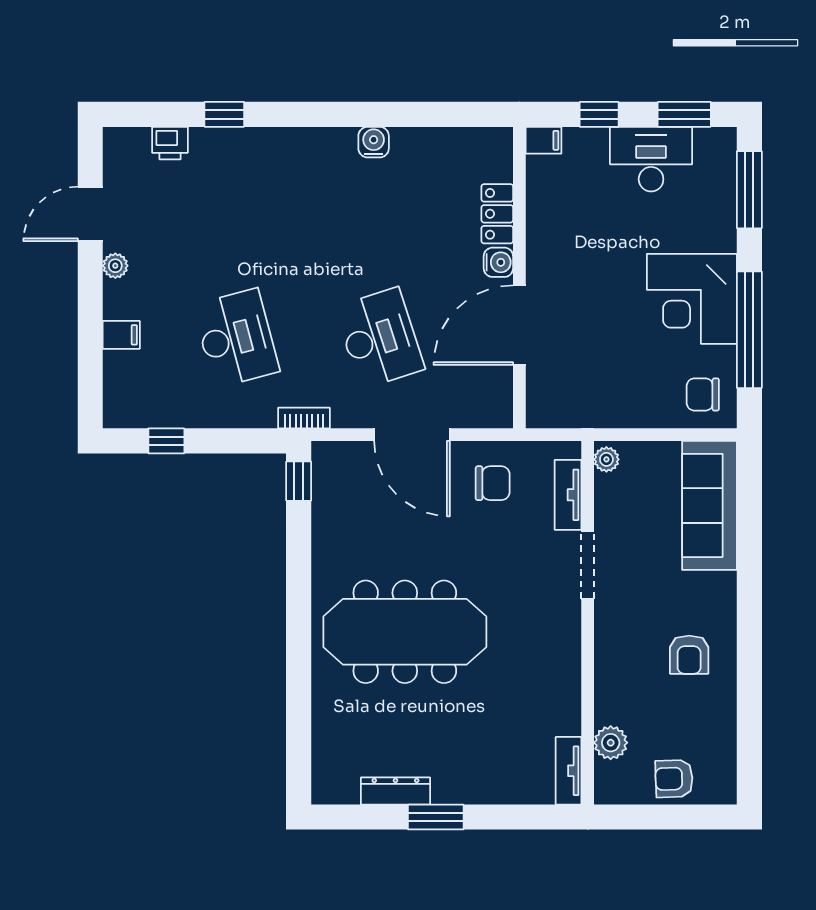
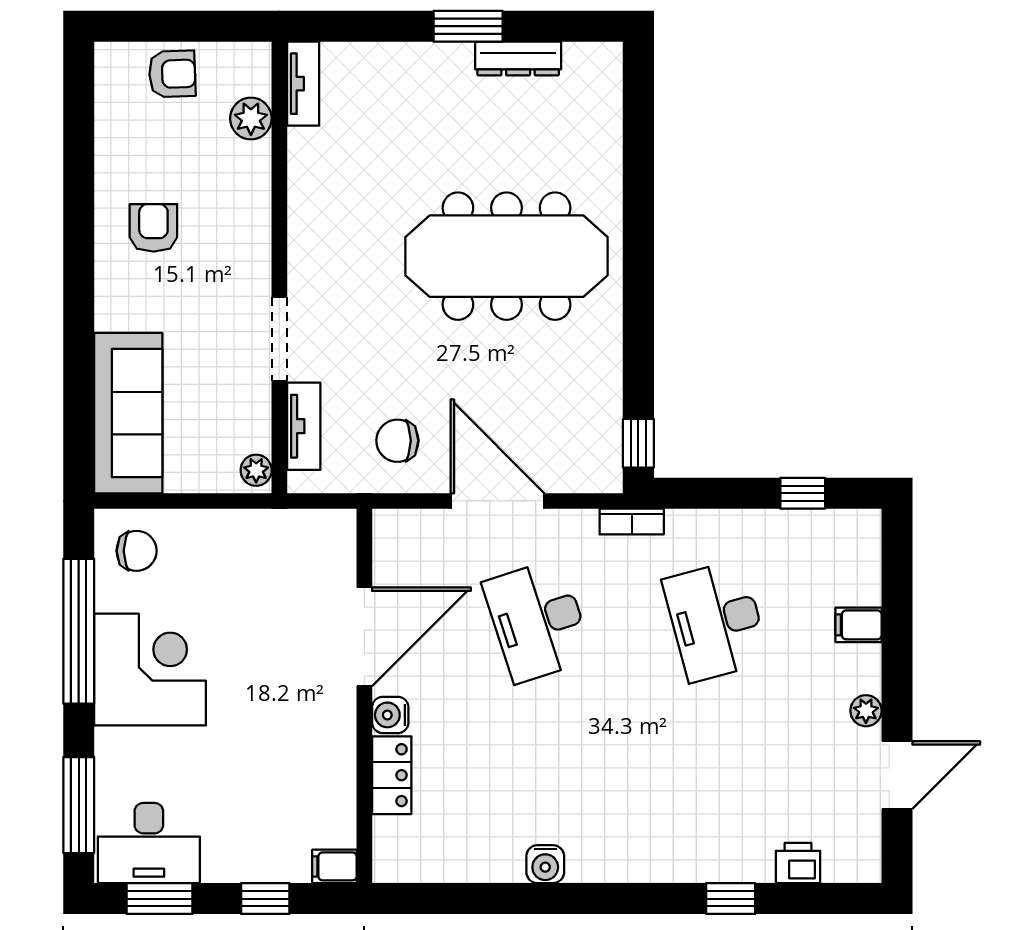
desk: (651, 159) -> (149, 843), moved

